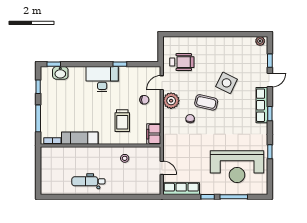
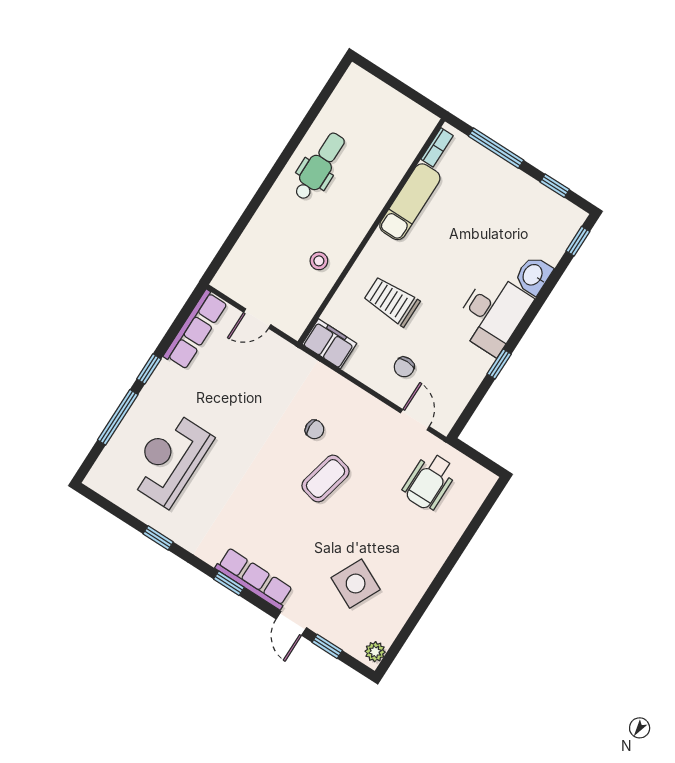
washbasin: (60, 73) -> (533, 275), moved
side table: (227, 83) -> (356, 584), moved
plant: (171, 101) -> (370, 416), removed
reception desk: (237, 167) -> (170, 459), width x0.74, depth x0.77

